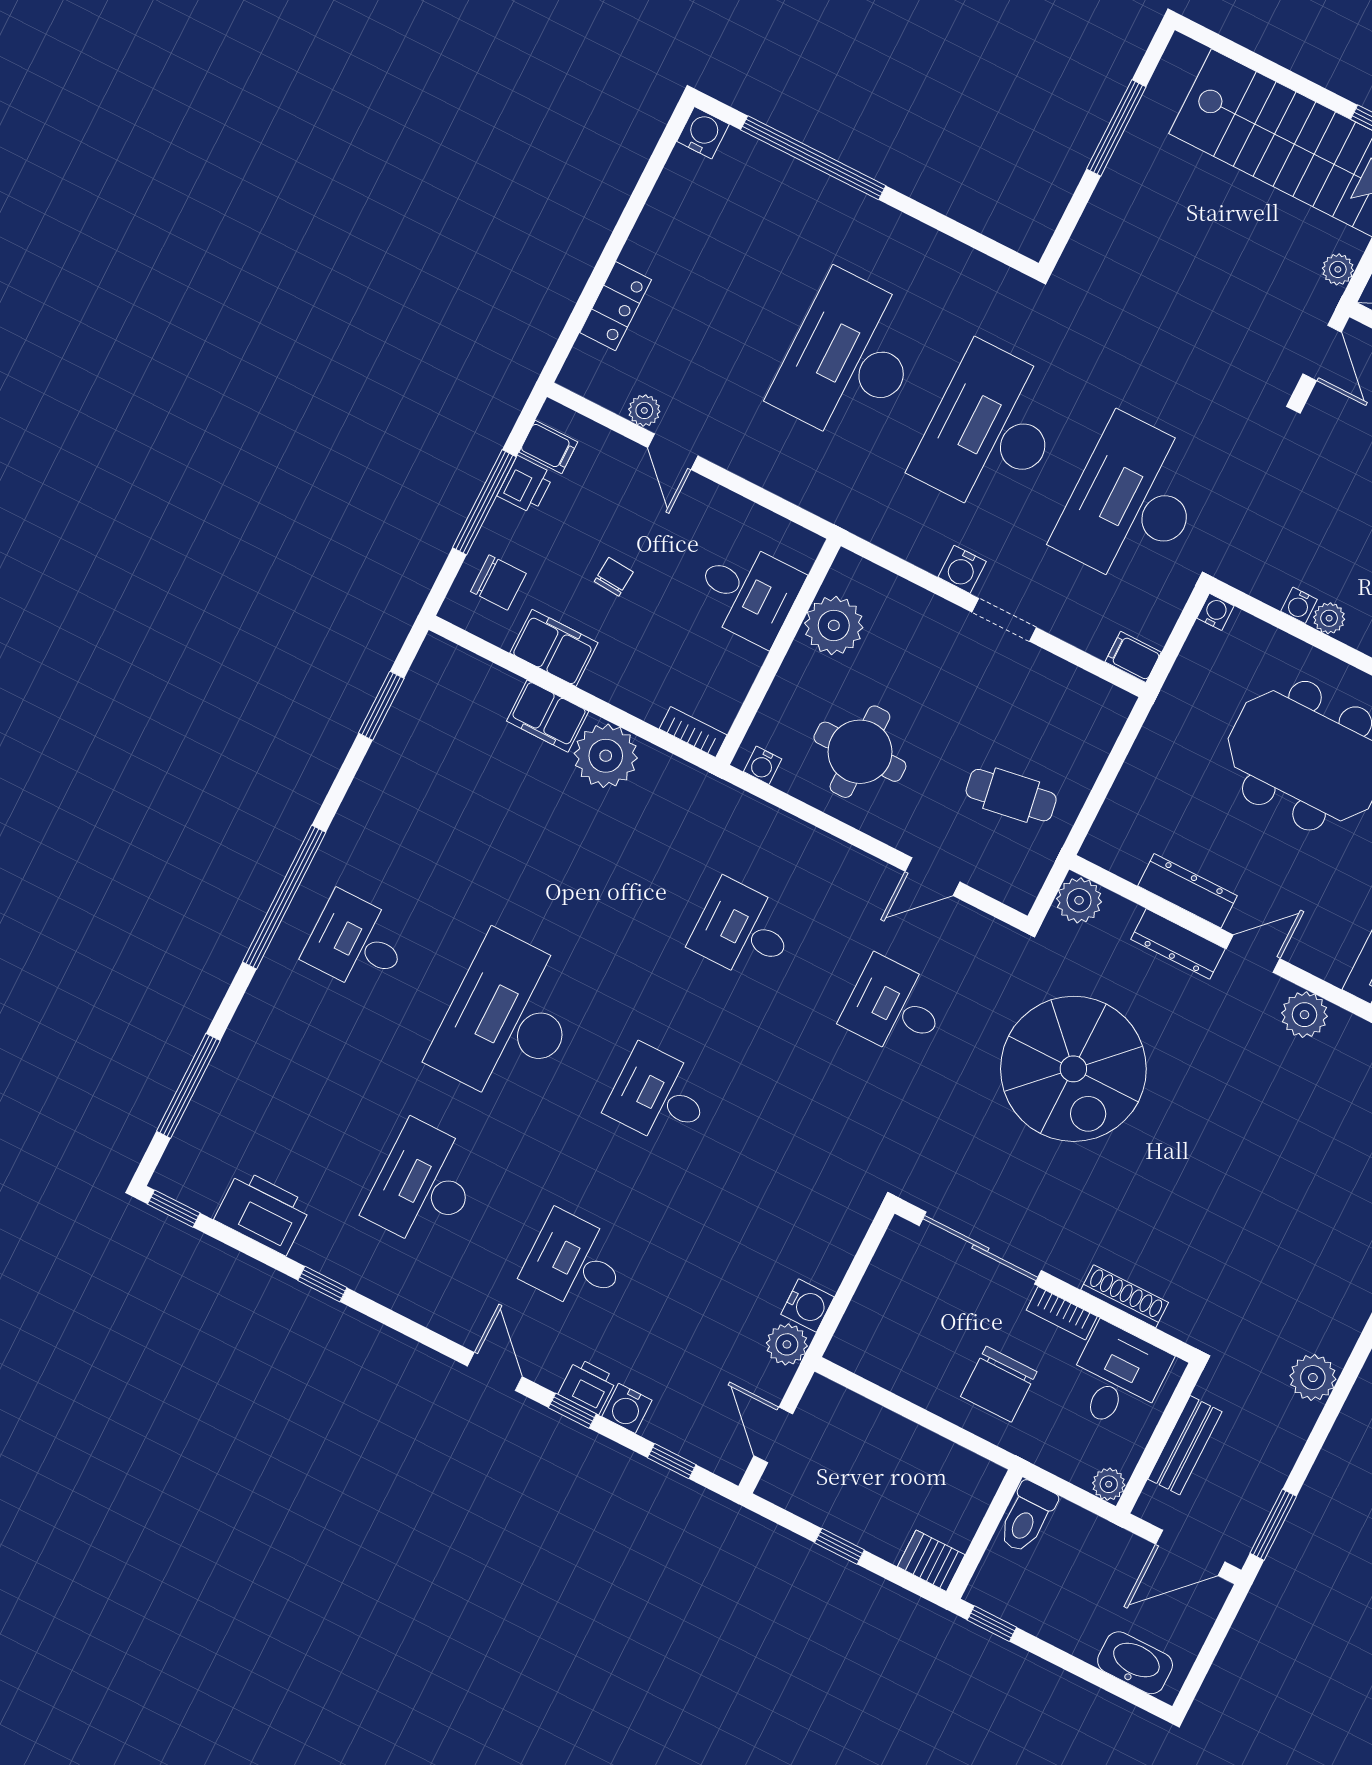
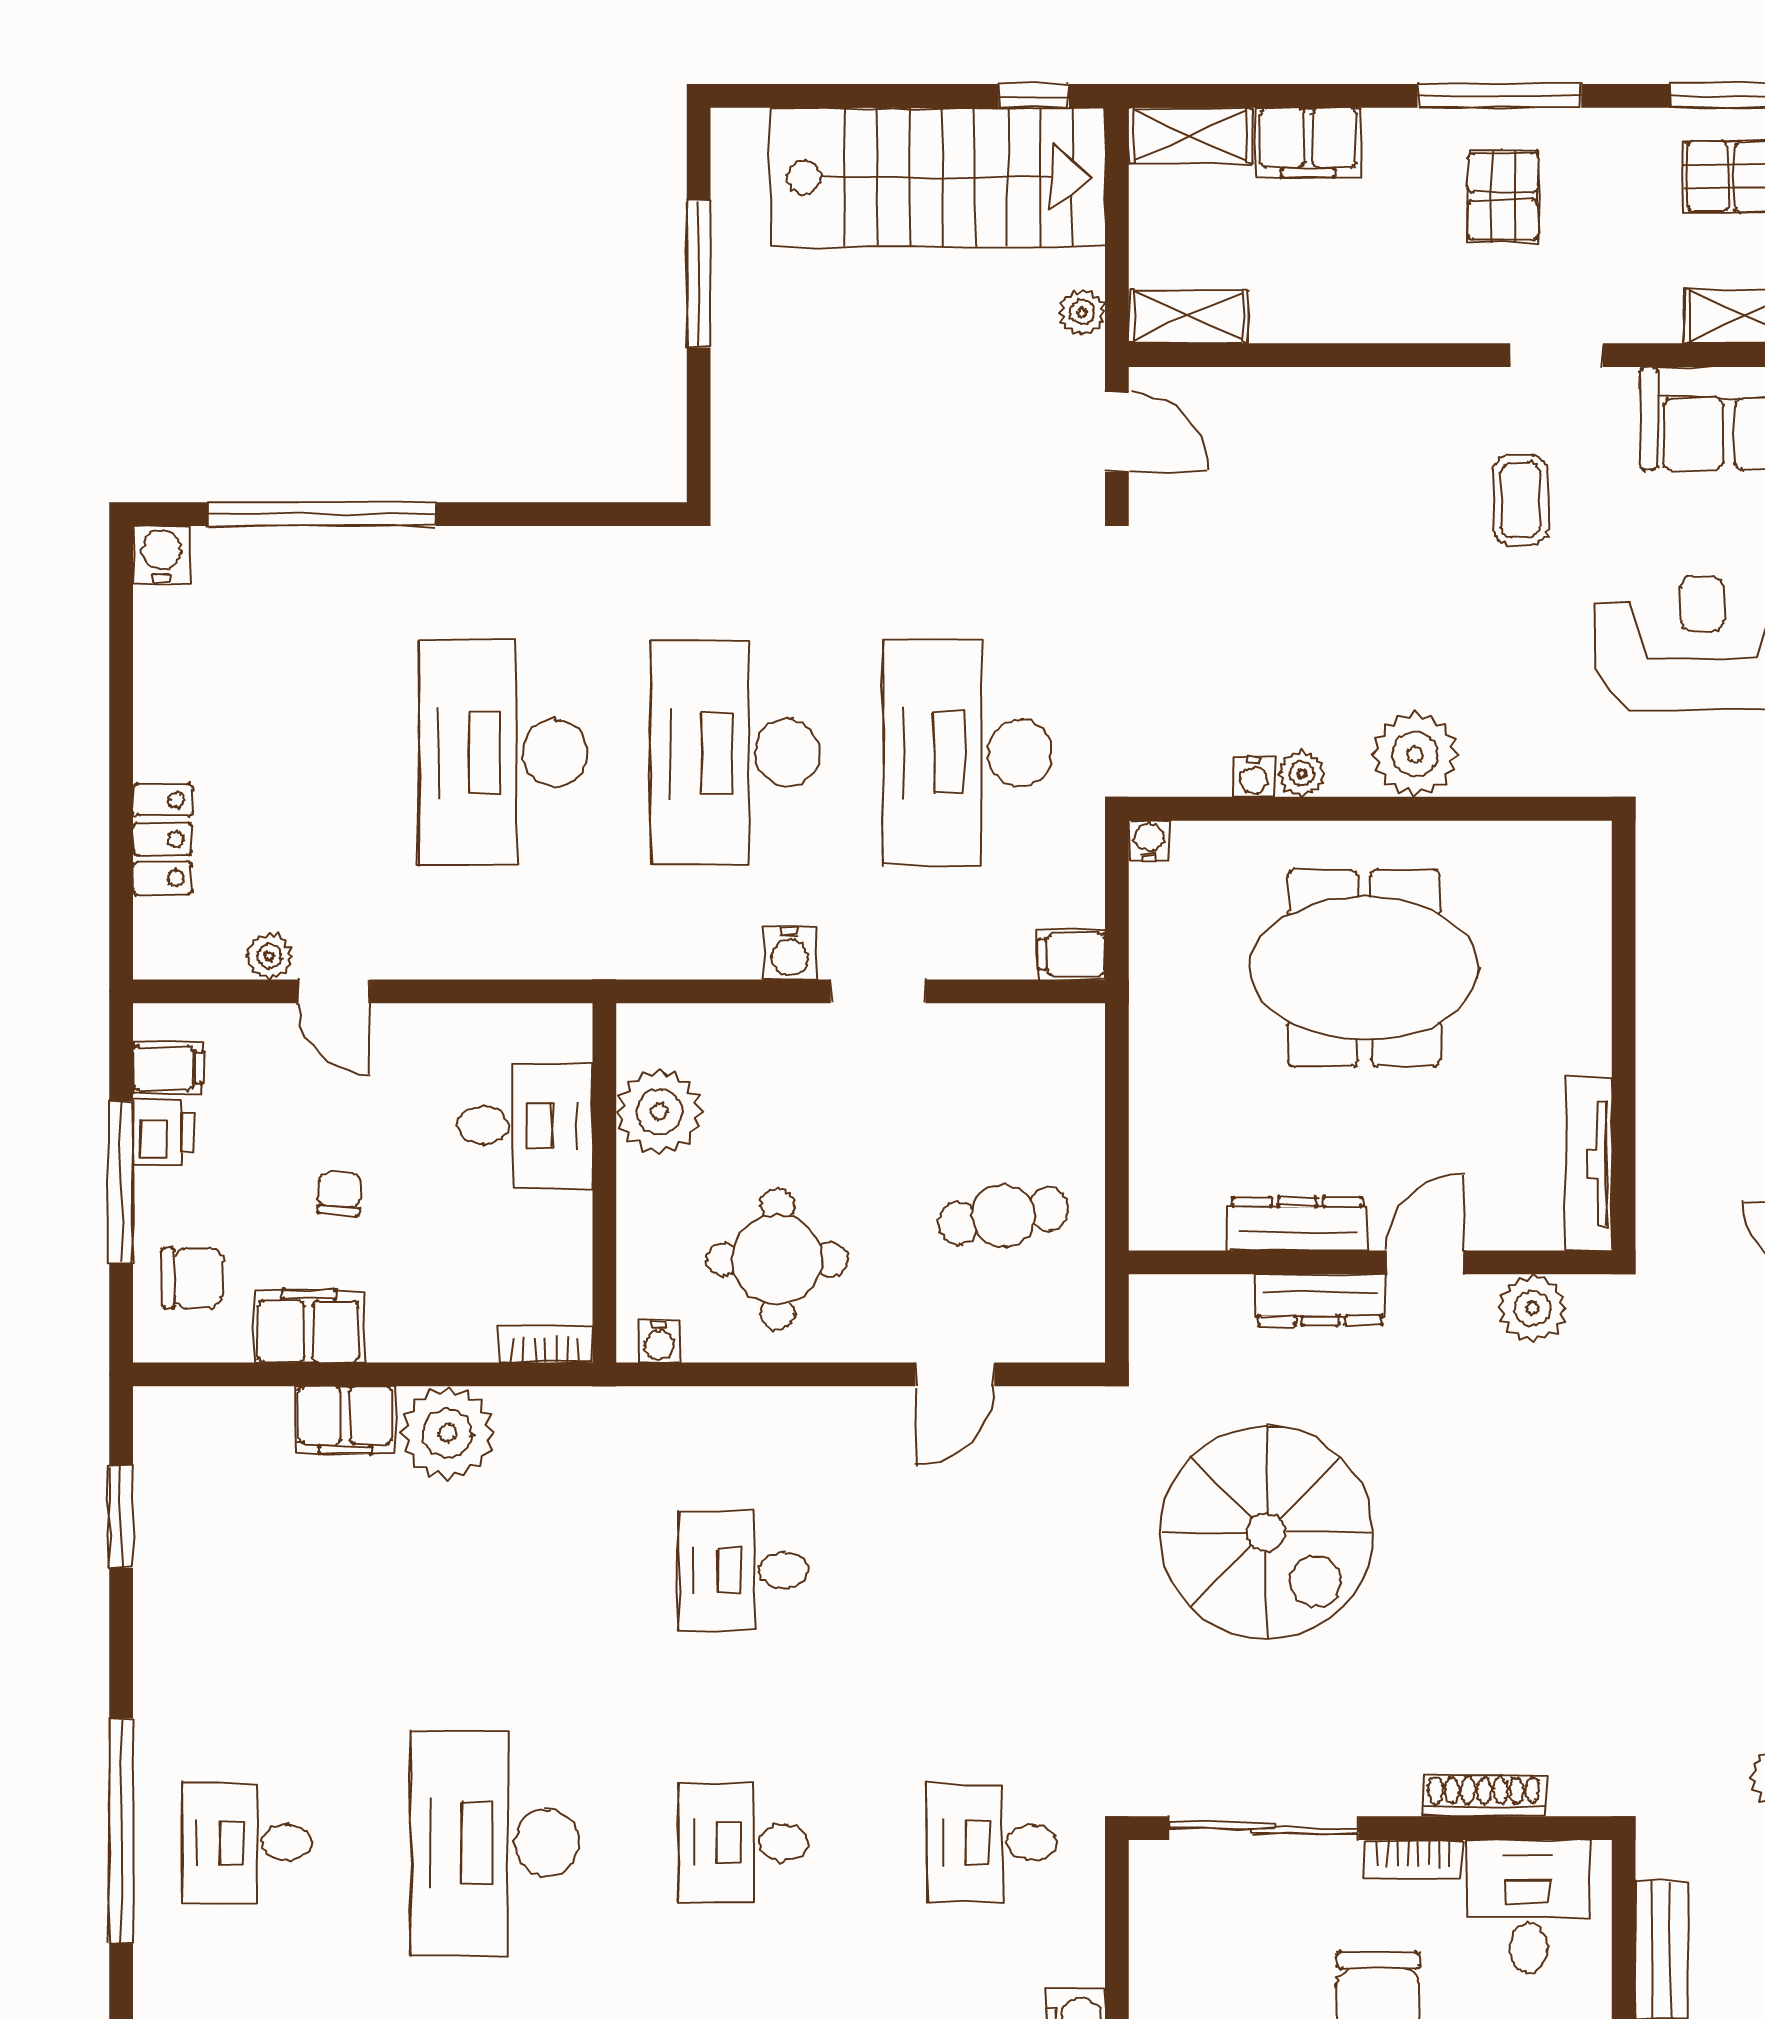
plant: (1079, 900) -> (1162, 1308), removed
desk: (894, 1007) -> (992, 1843), moved

